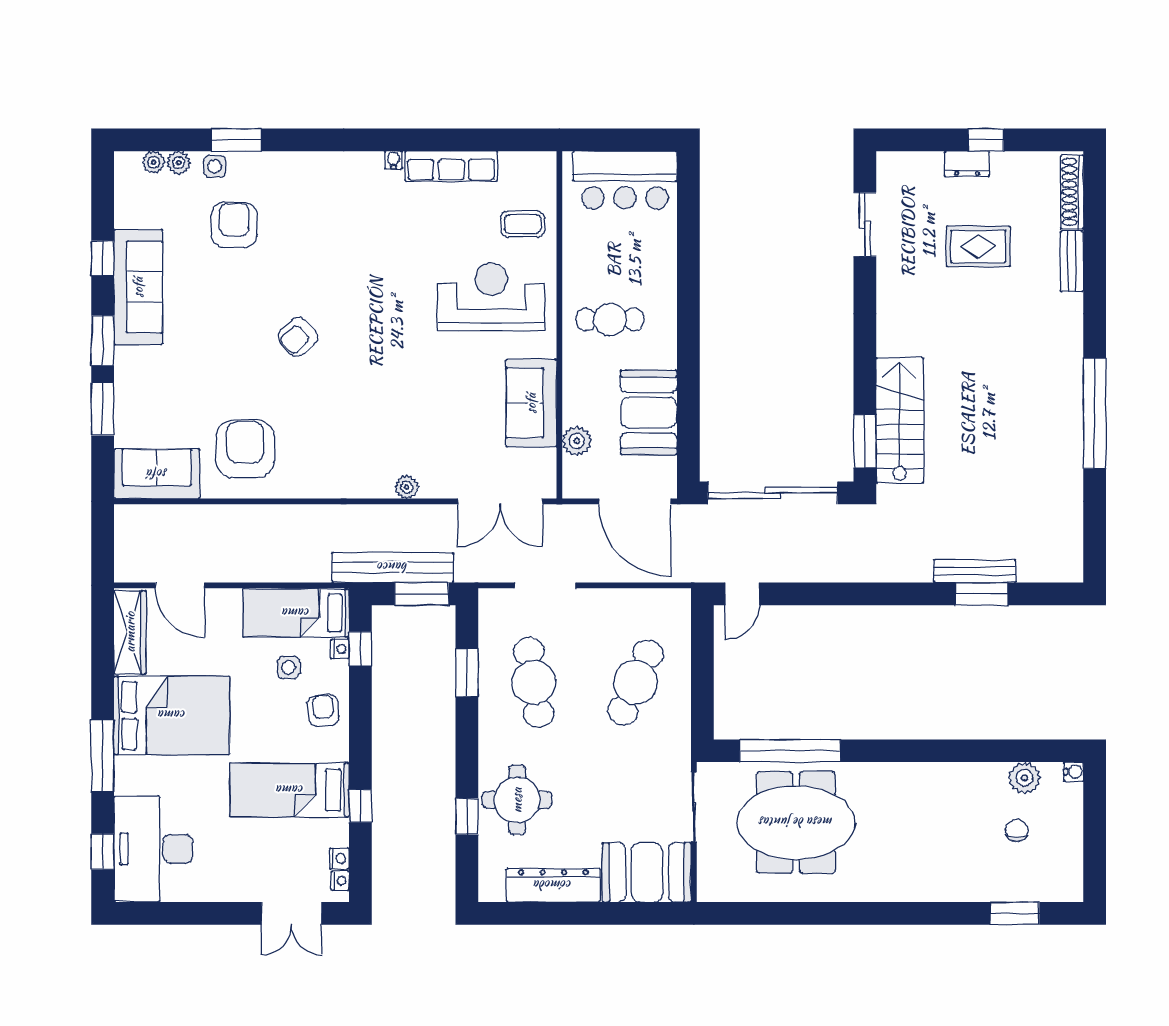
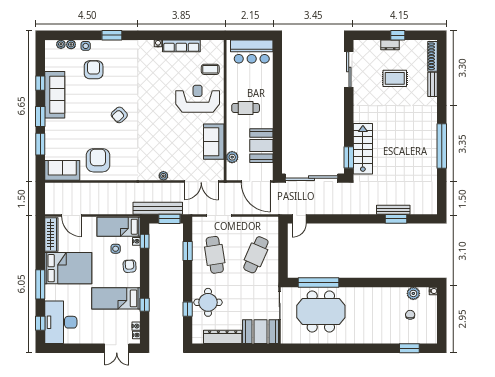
window: (236, 140) -> (112, 35), moved
sliding door: (865, 225) -> (349, 69), width x1.37

